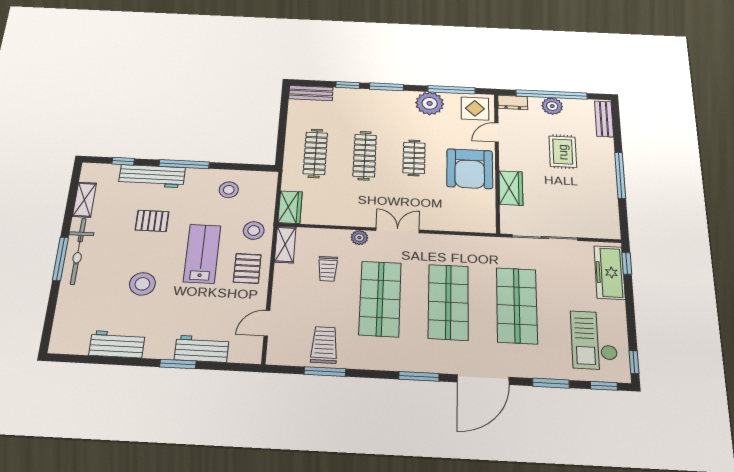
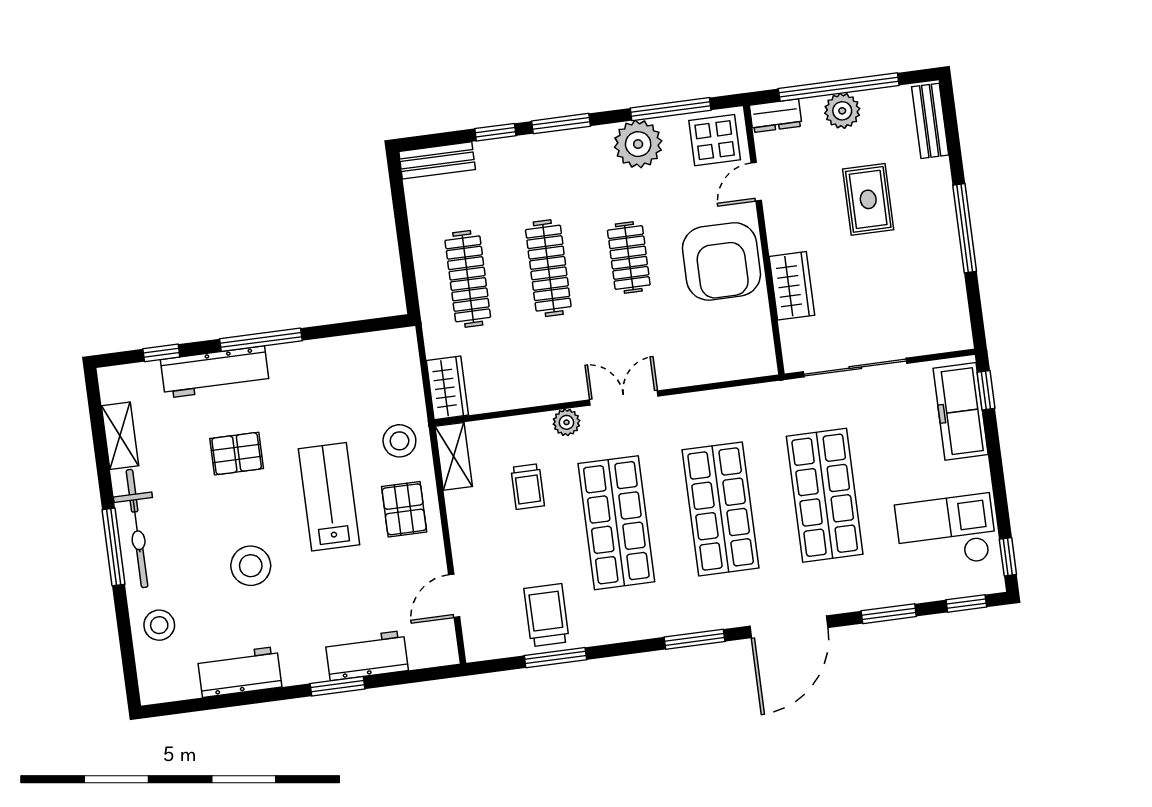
stool: (229, 190) -> (159, 625), moved
checkout: (594, 340) -> (946, 532), turned 90

